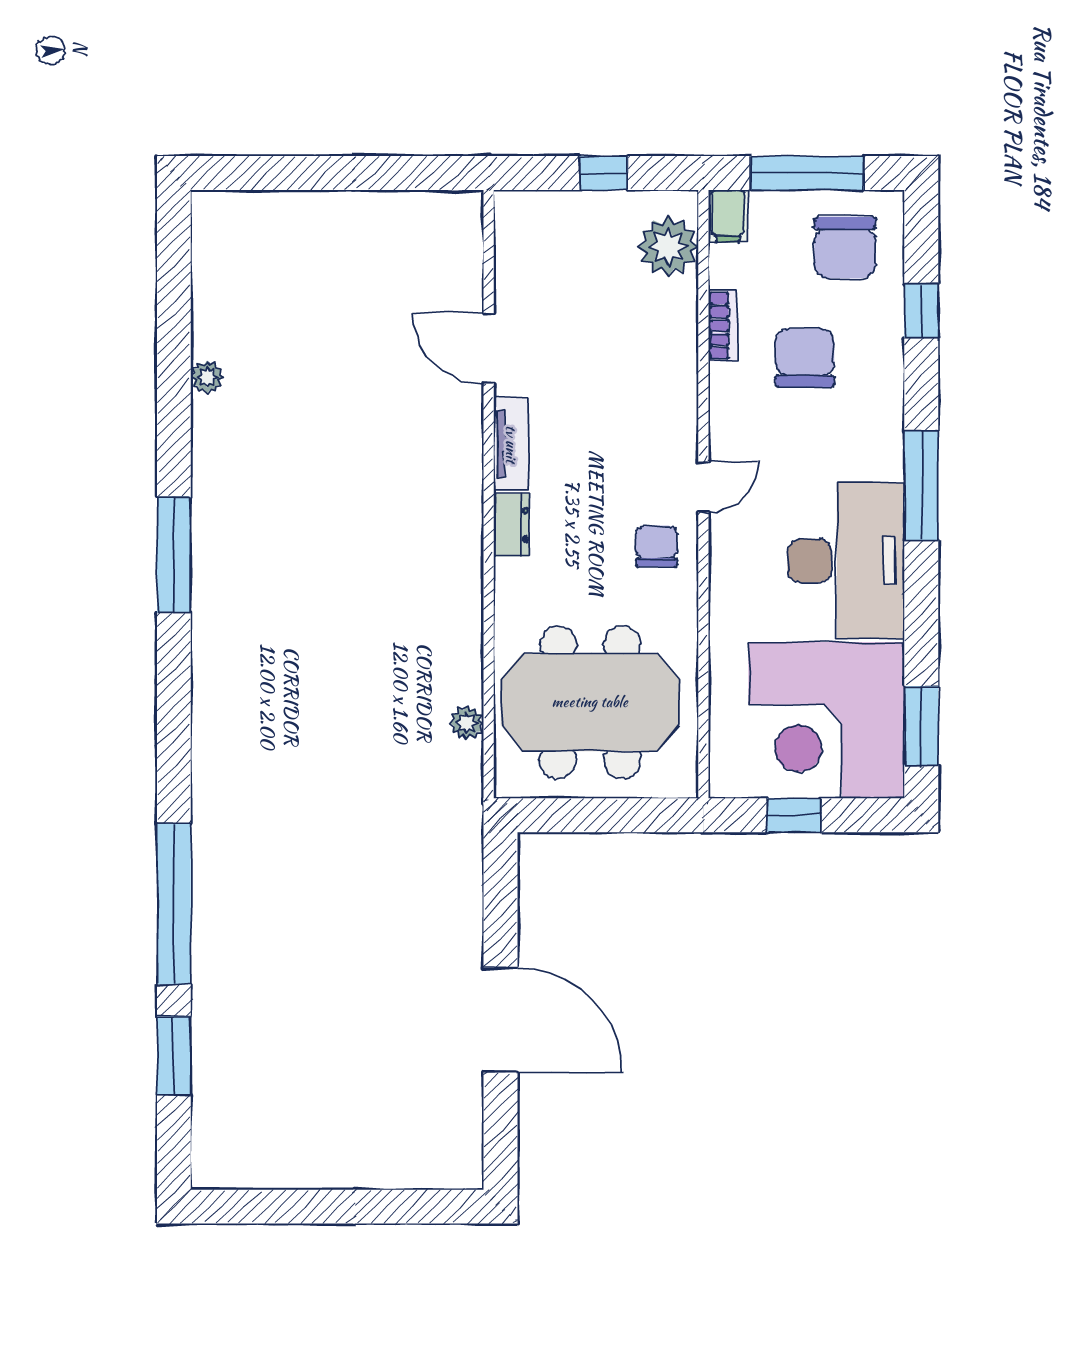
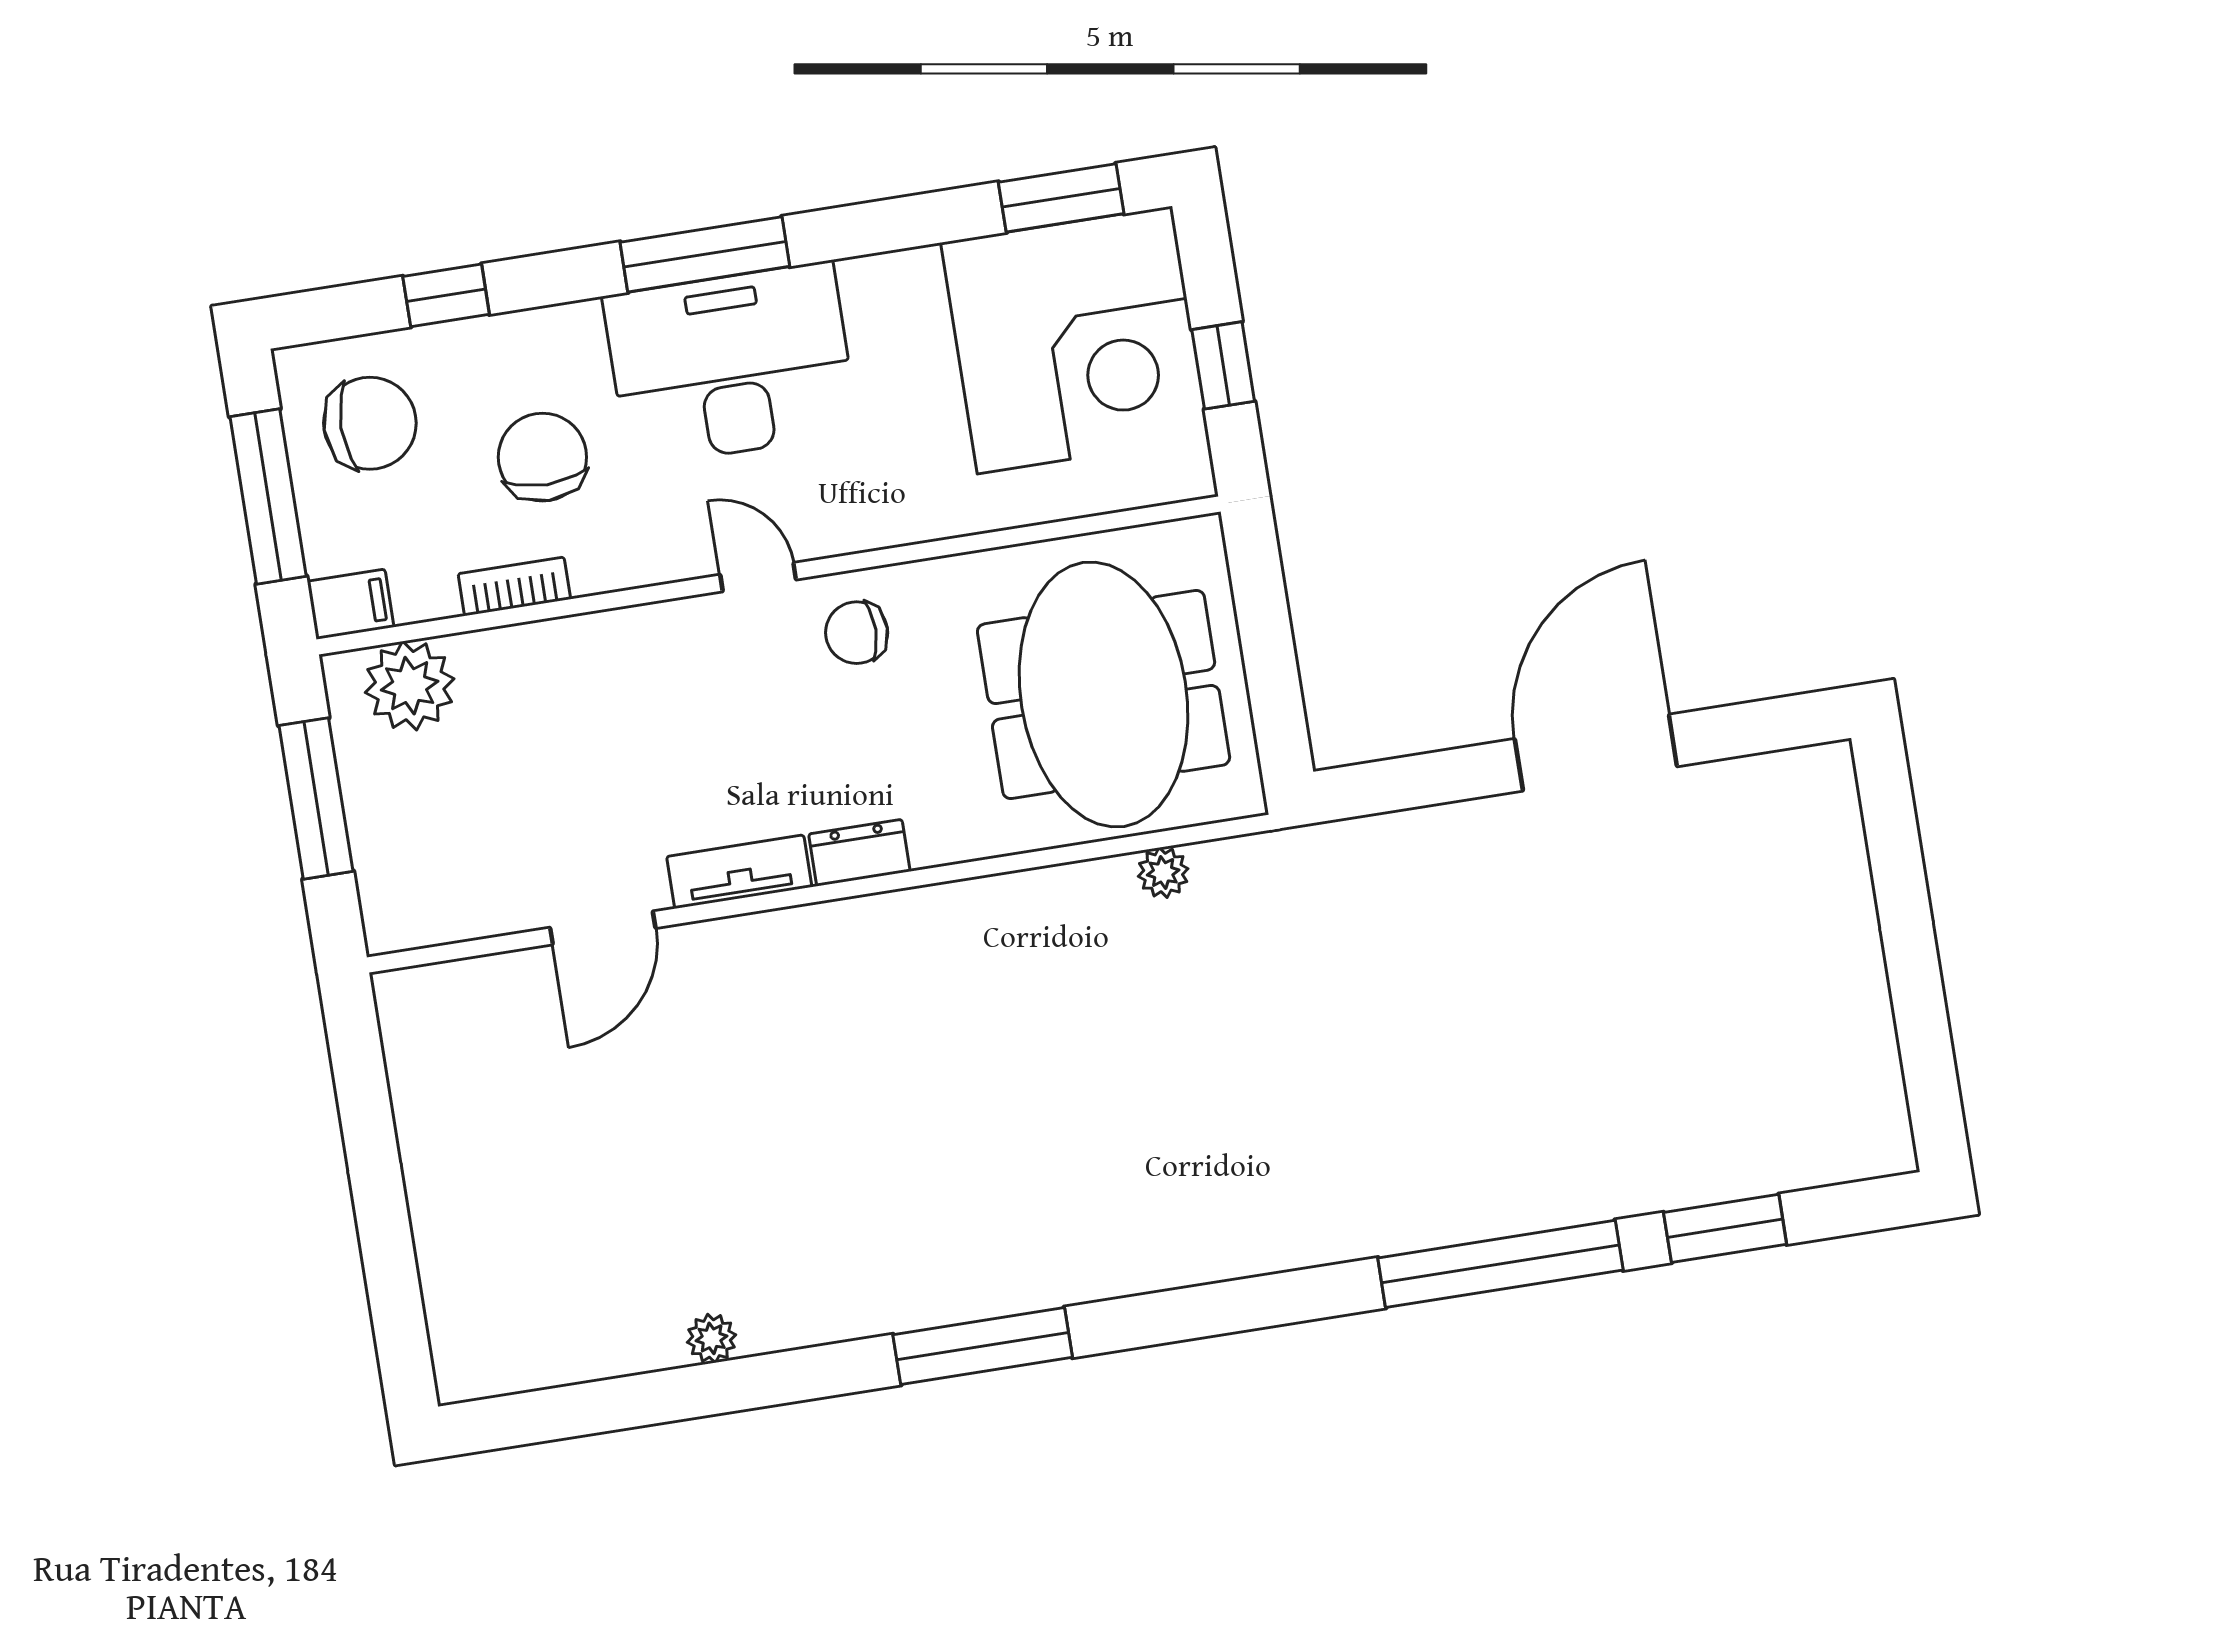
window: (604, 173) -> (316, 798), width x2.17
chair: (805, 358) -> (542, 457), turned 90
desk: (846, 561) -> (731, 364), moved

